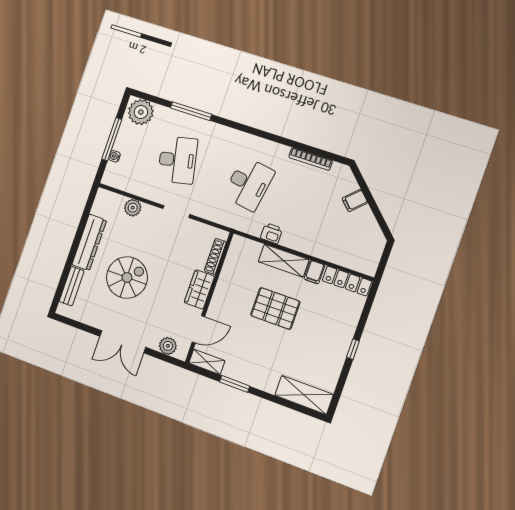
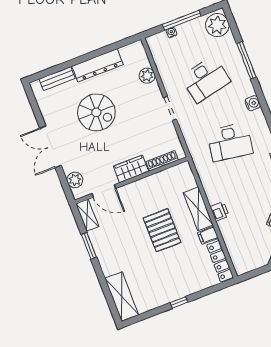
water cooler: (232, 136) -> (253, 103), added
printer: (271, 233) -> (220, 211), moved

